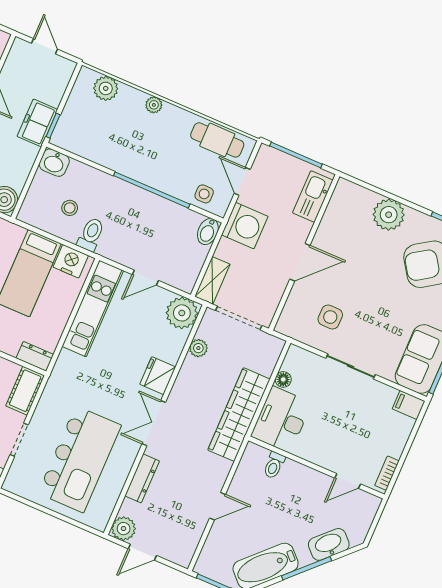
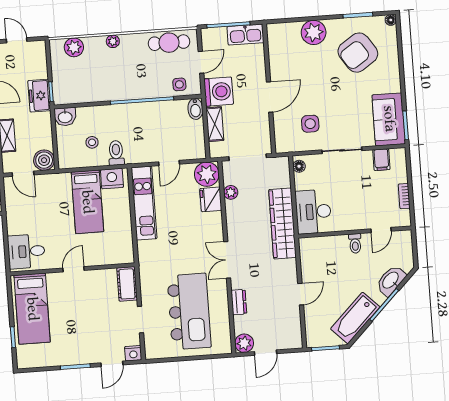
door: (242, 181) -> (201, 62), swing flipped
kitchen sink: (313, 196) -> (245, 35), moved, turned -90
shelving: (212, 280) -> (215, 124), moved
dresser: (35, 356) -> (121, 257), removed
fridge: (158, 376) -> (211, 199), moved
floor lamp: (283, 379) -> (299, 166), moved
filing cabinet: (409, 405) -> (381, 160), moved, turned -90
toilet: (274, 465) -> (355, 243), moved
bookcase: (387, 473) -> (404, 196), moved
dresser: (142, 478) -> (239, 302), width x0.70

